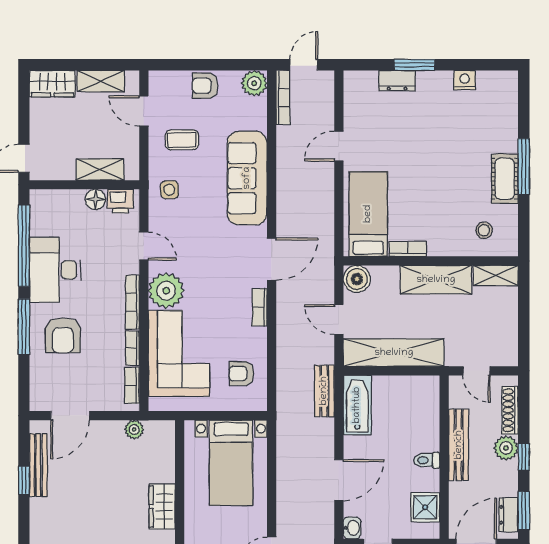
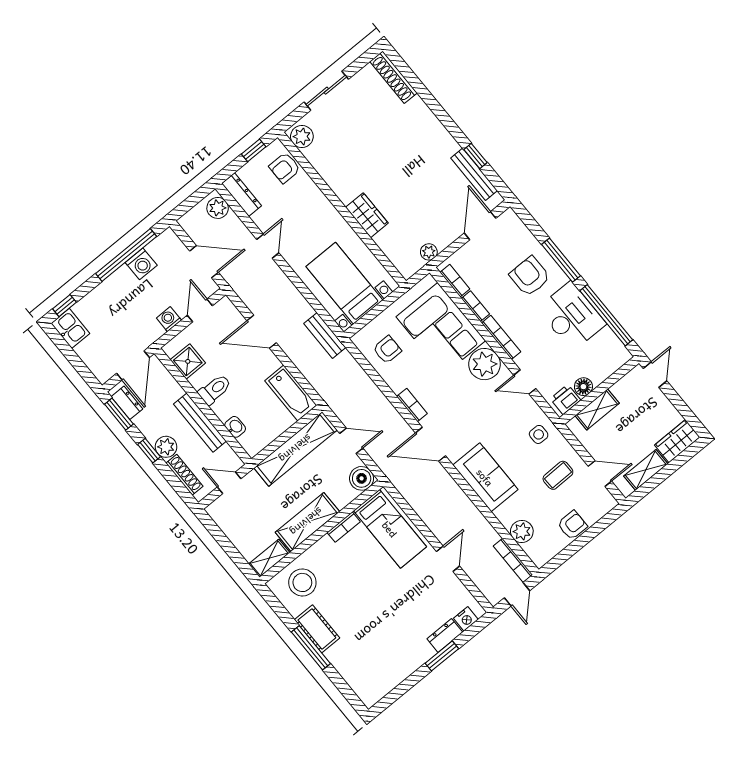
nightstand: (465, 80) -> (466, 619), moved
plant: (254, 83) -> (522, 531), moved
sofa: (247, 178) -> (485, 477), width x0.73
stool: (484, 230) -> (302, 582), width x1.89, depth x1.89
door: (272, 259) -> (431, 444), hinge flipped
bench: (324, 391) -> (325, 335), moved
toilet: (427, 460) -> (215, 389), width x1.37, depth x1.39
door: (339, 480) -> (262, 332), hinge flipped
washbasin: (352, 528) -> (235, 427), moved, turned 180

